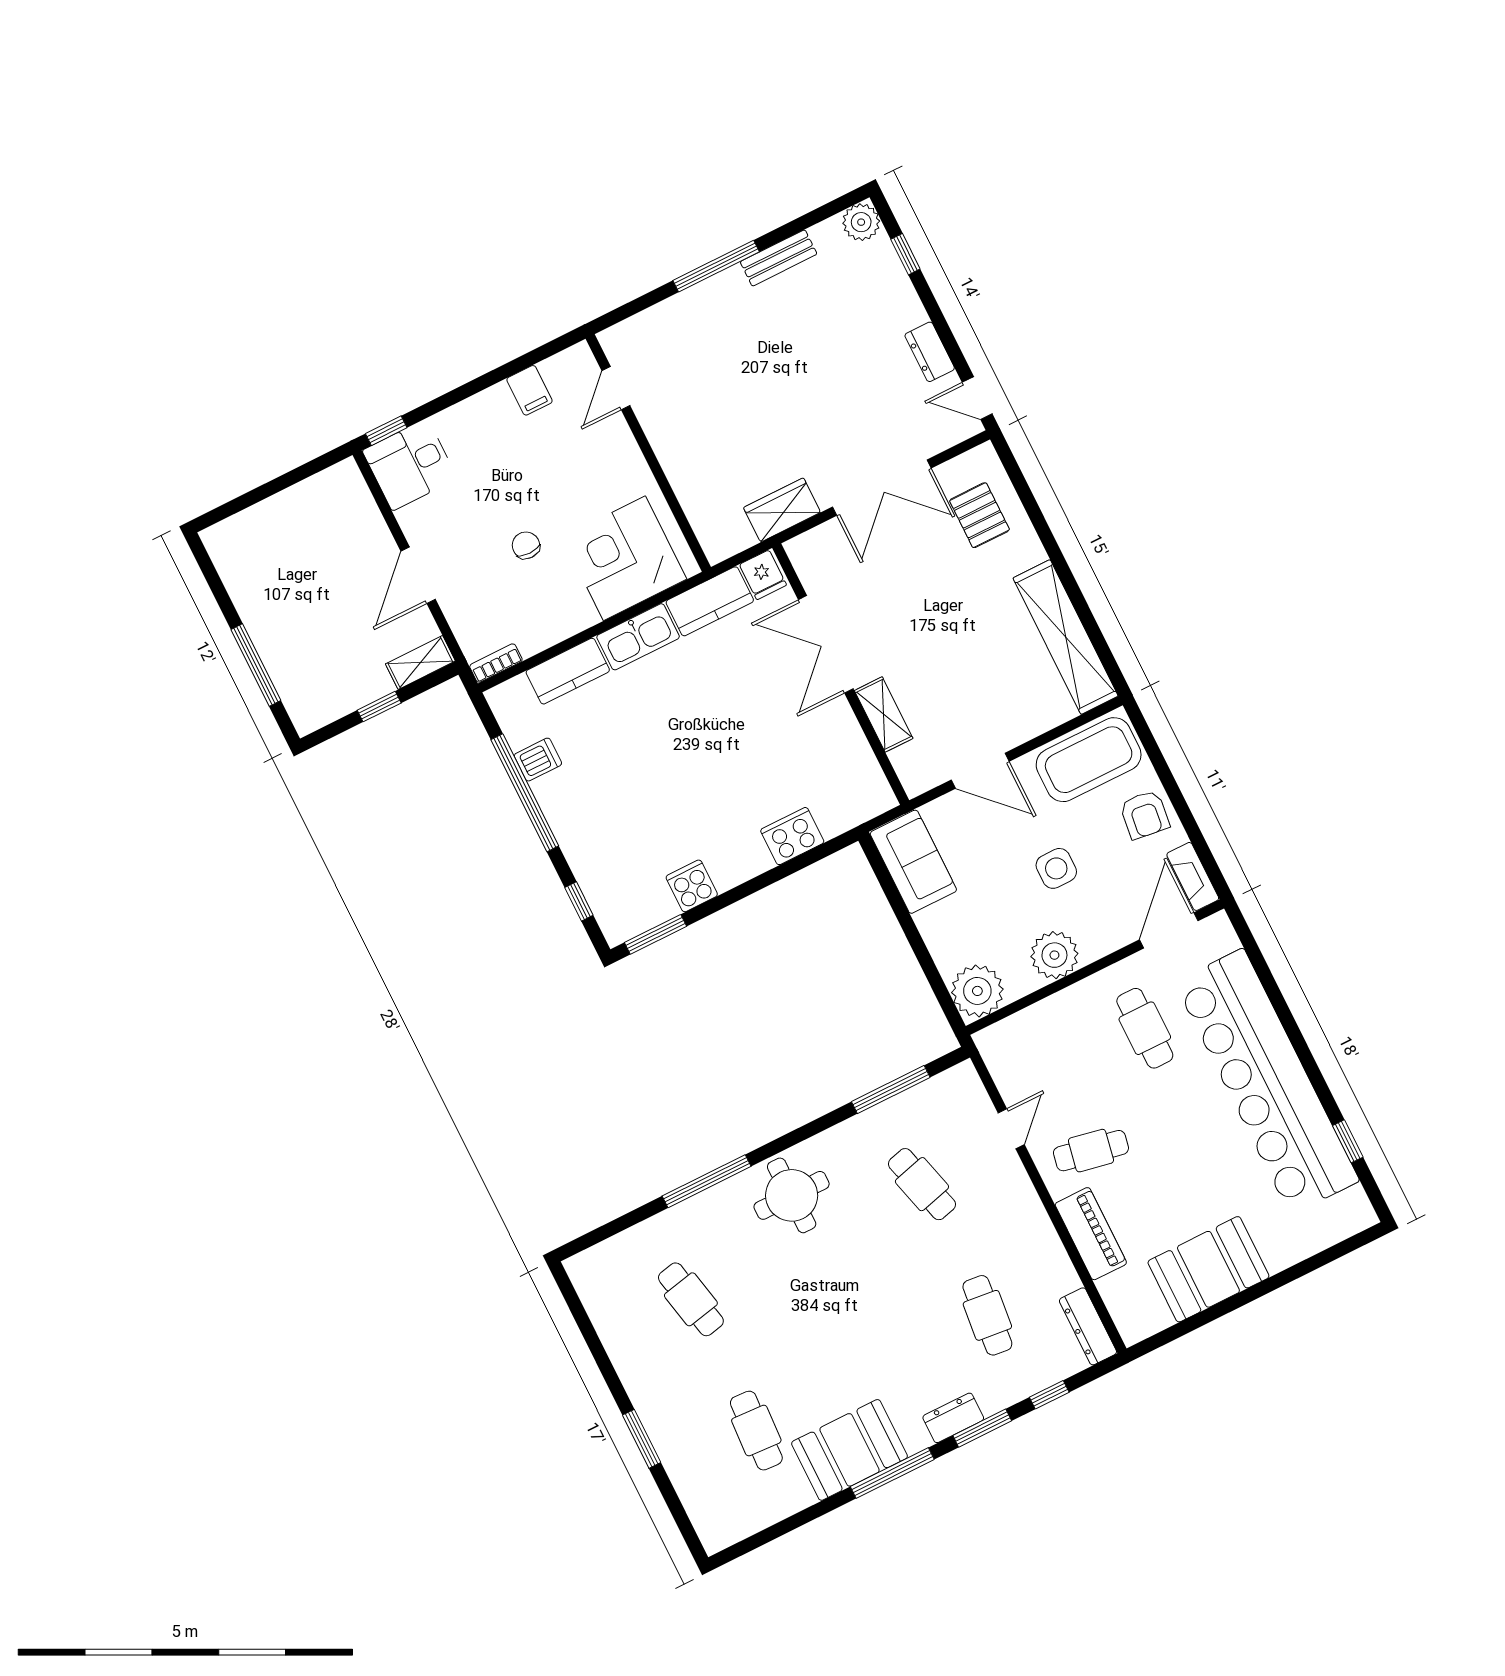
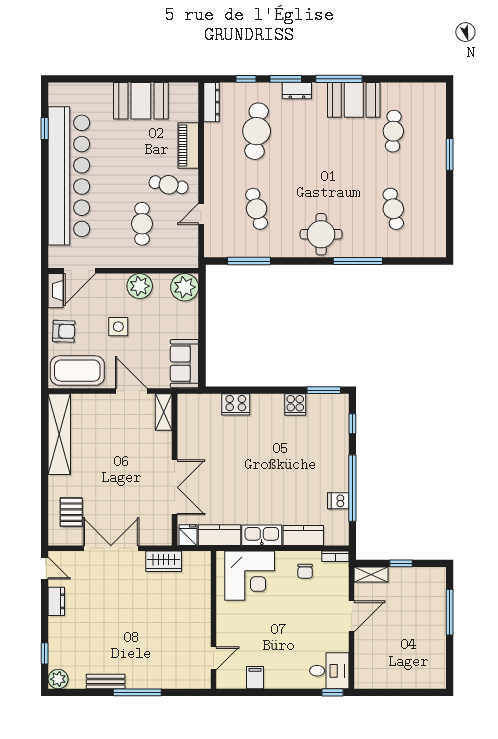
chair: (526, 545) -> (305, 571), moved
shelving: (884, 714) -> (164, 412), moved
armchair: (1145, 815) -> (64, 331), turned 85
cafe table: (1145, 1028) -> (142, 224), moved
cafe table: (987, 1315) -> (257, 131), width x1.37, depth x1.35

